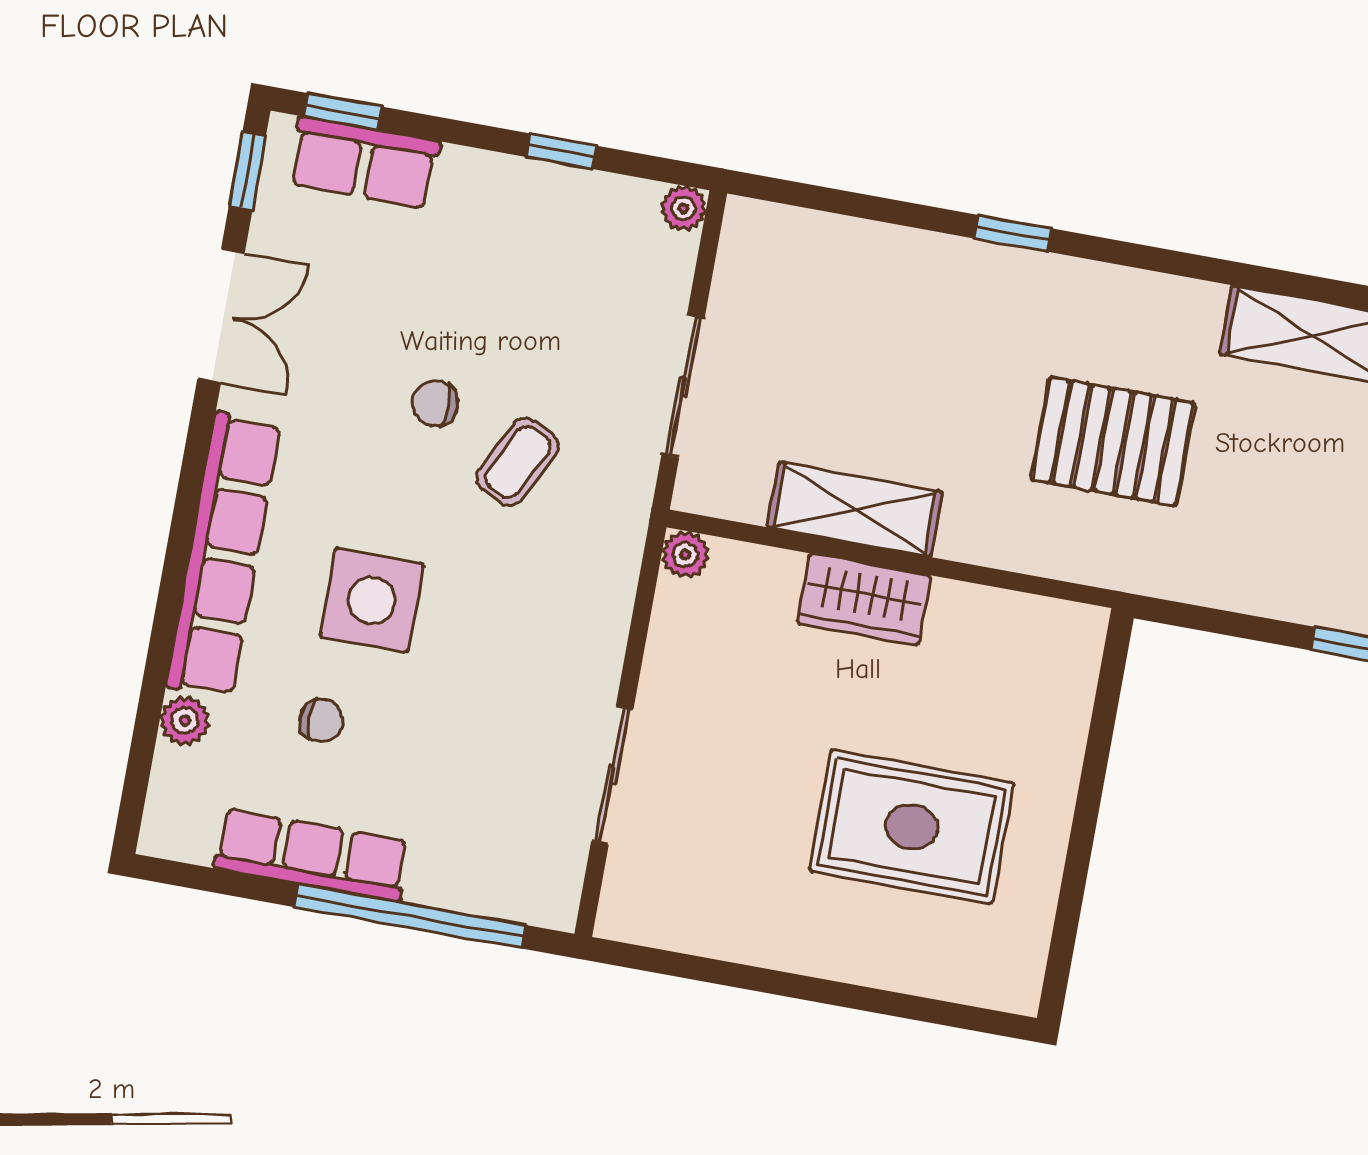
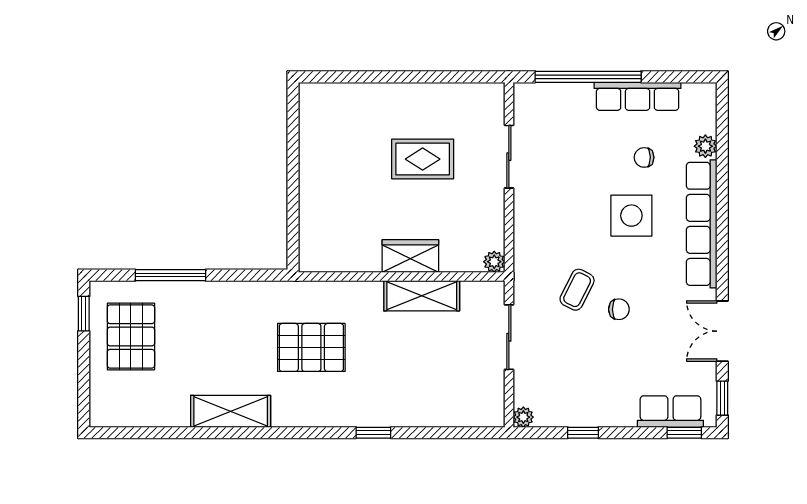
rug: (912, 827) -> (423, 159), moved, width x0.73, depth x0.70

